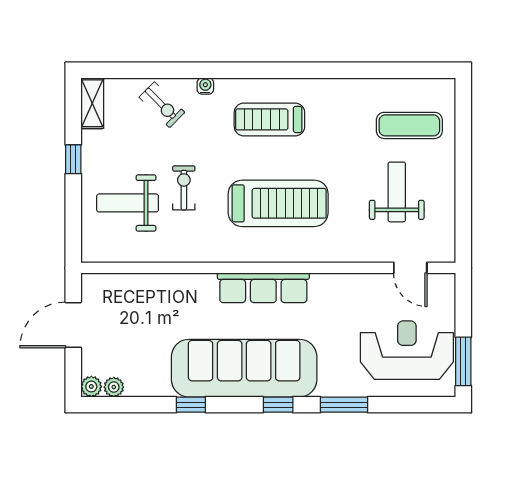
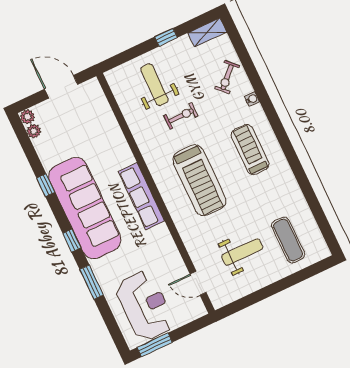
door: (410, 268) -> (198, 283), hinge flipped

